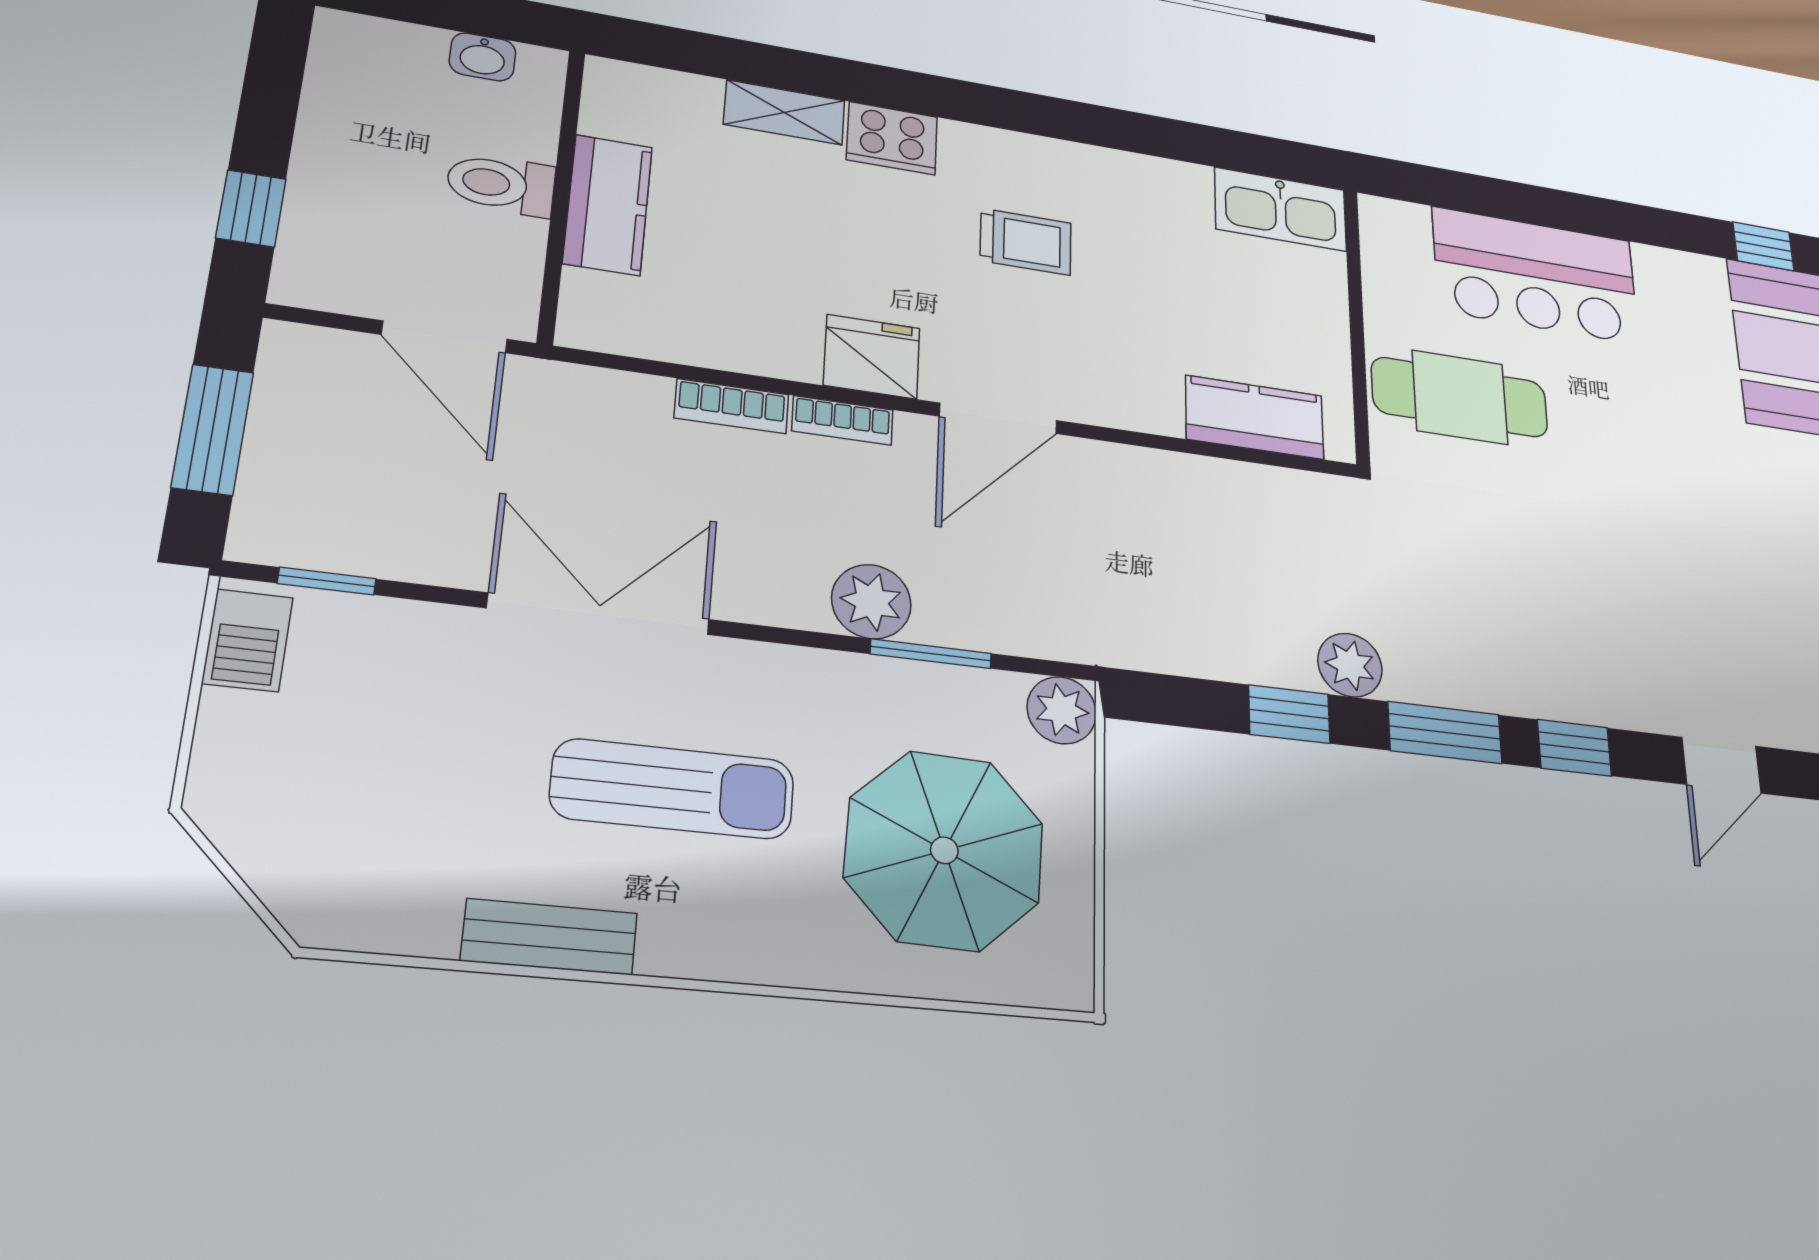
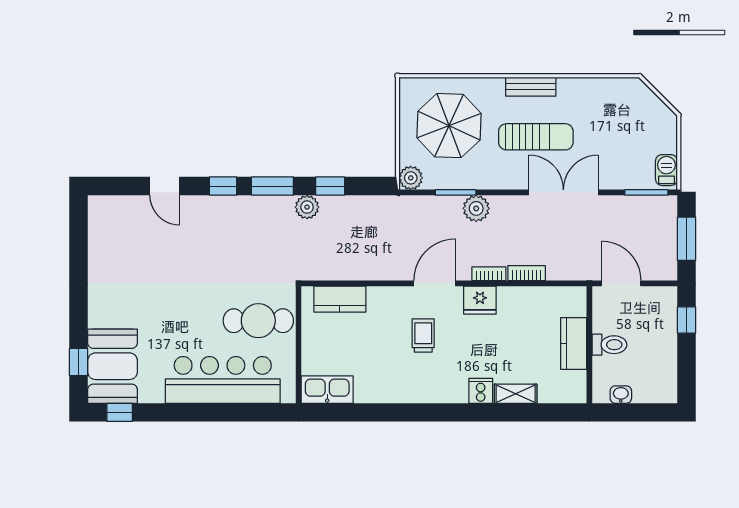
cooker: (892, 138) -> (481, 391), width x0.73
trolley: (1026, 242) -> (423, 336), moved, turned 90
bar counter: (1536, 275) -> (223, 380), width x1.36
window: (327, 581) -> (646, 192), width x1.50
double door: (599, 614) -> (563, 192), swing flipped
door: (1721, 765) -> (165, 186), swing flipped
sun lounger: (673, 789) -> (536, 137), turned 180
bench: (550, 937) -> (531, 87), moved

